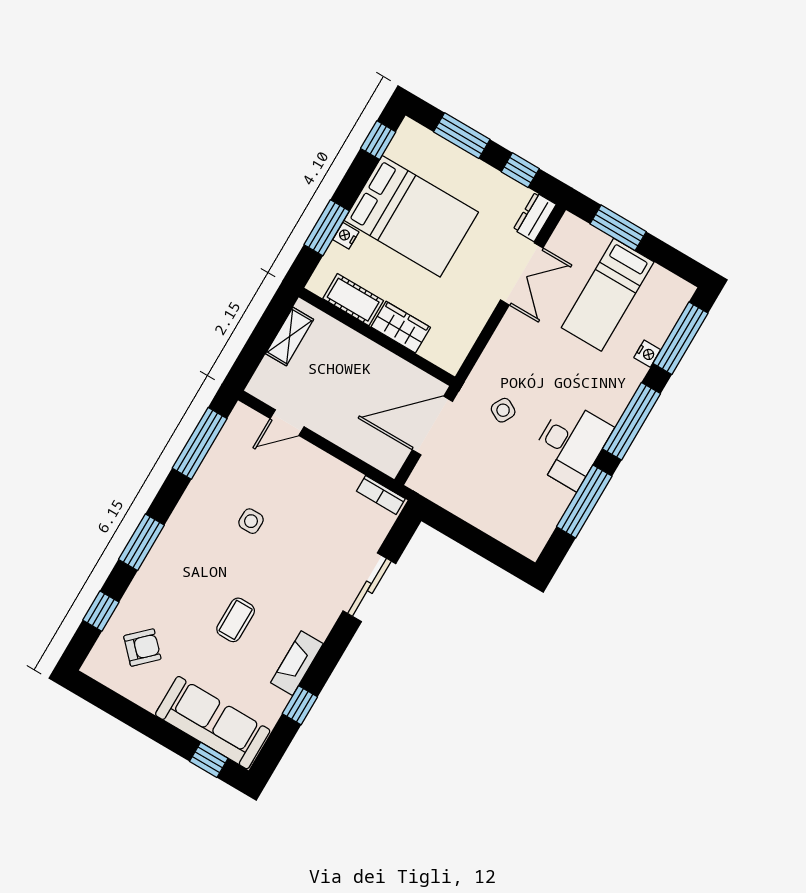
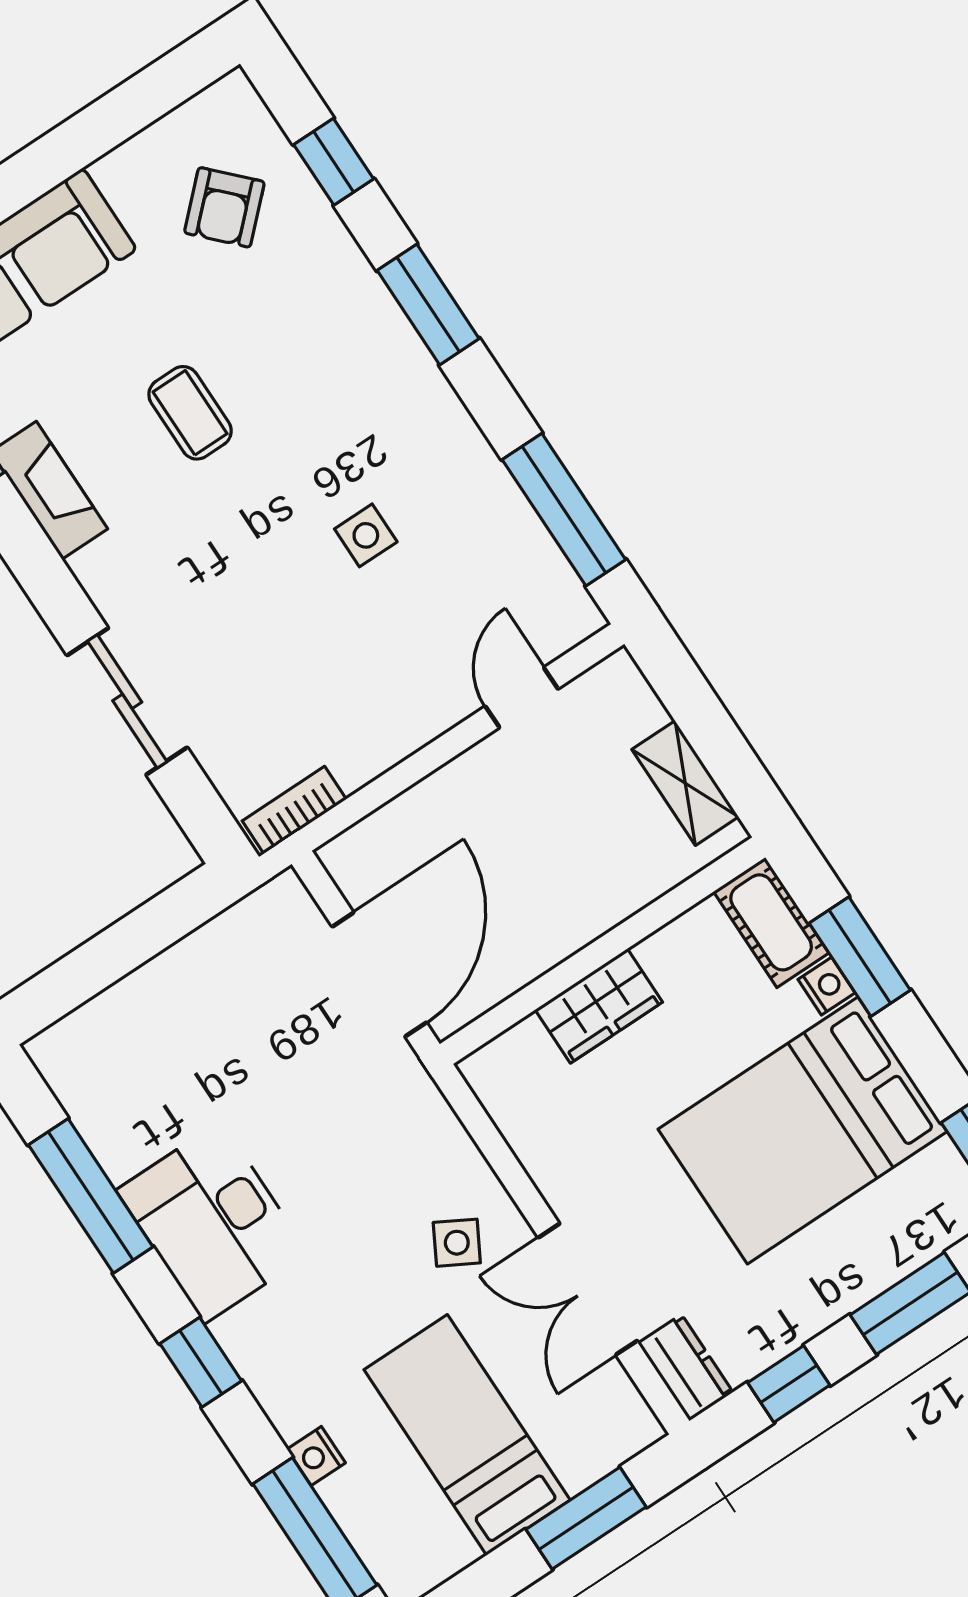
cot: (353, 300) -> (771, 922), moved, turned 90
side table: (503, 410) -> (457, 1243), moved
window: (632, 421) -> (201, 1362), width x0.46

